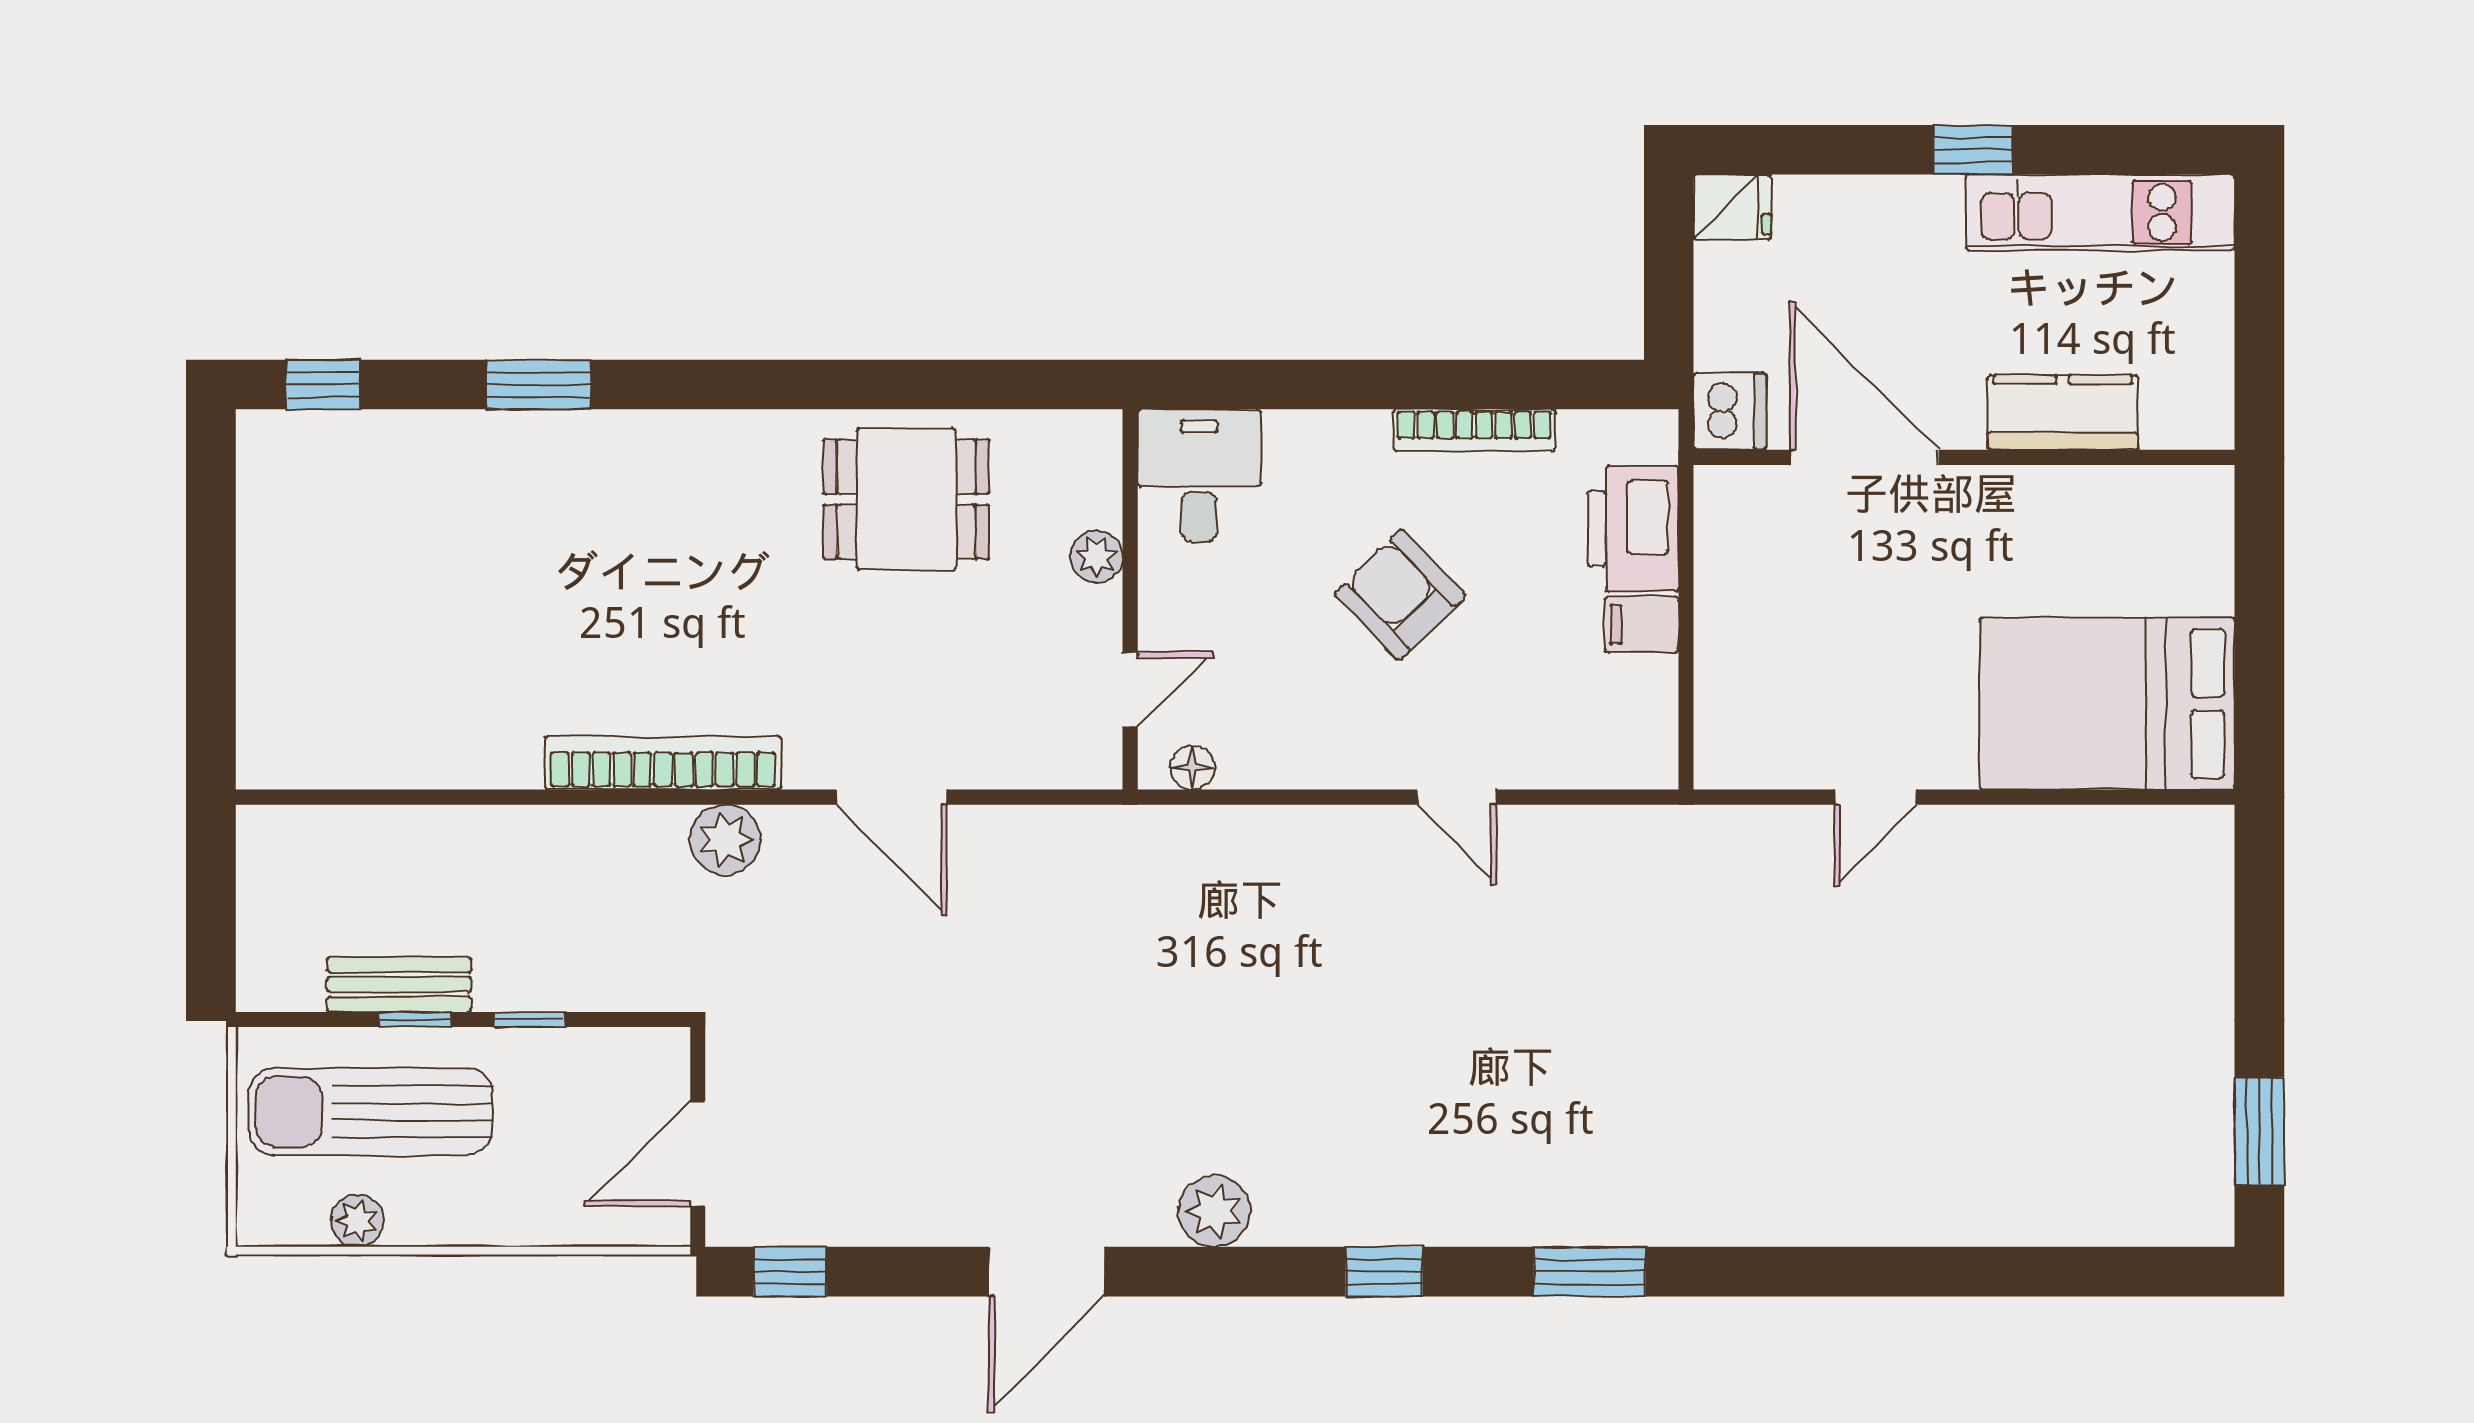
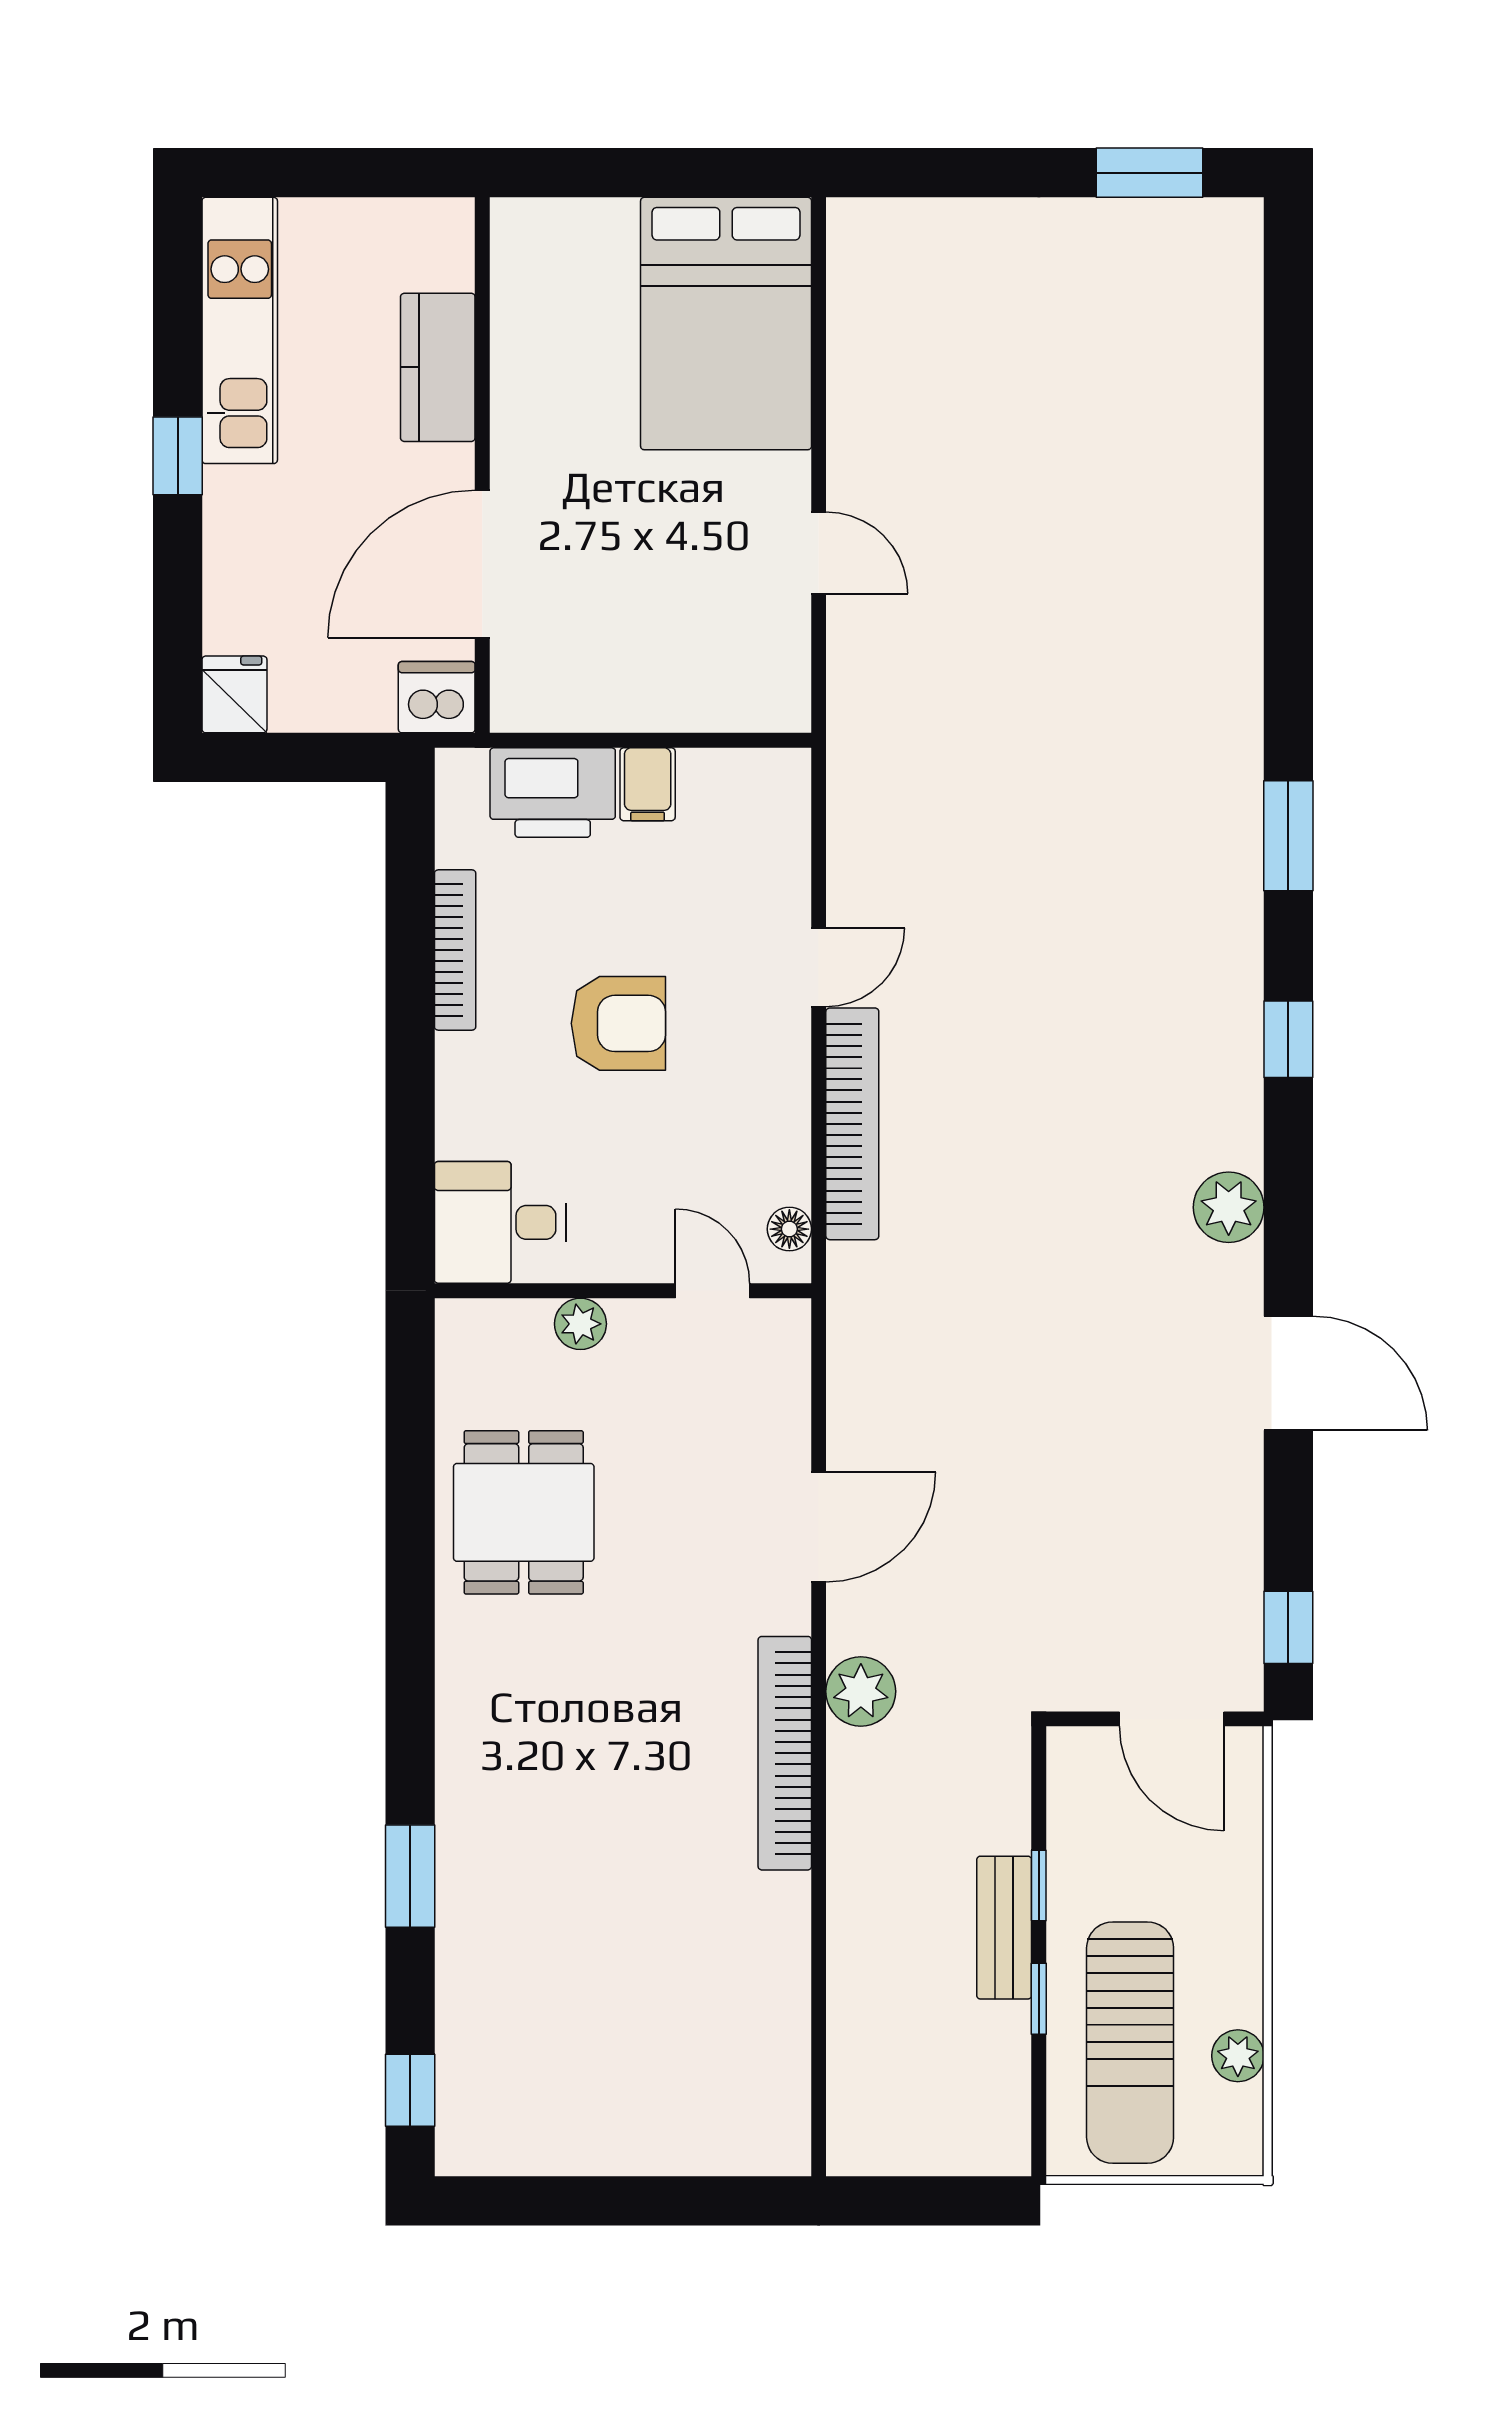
armchair: (1400, 595) -> (618, 1023), turned -136
bookcase: (1299, 831) -> (852, 1124), added
bench: (399, 985) -> (1004, 1928), moved

